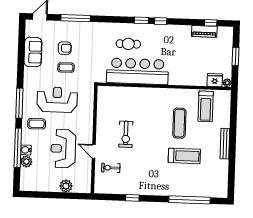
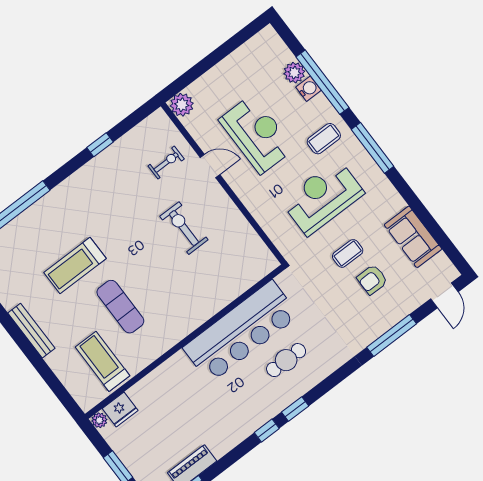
reception desk: (57, 100) -> (323, 197), turned 180
plant: (66, 186) -> (182, 105), moved

